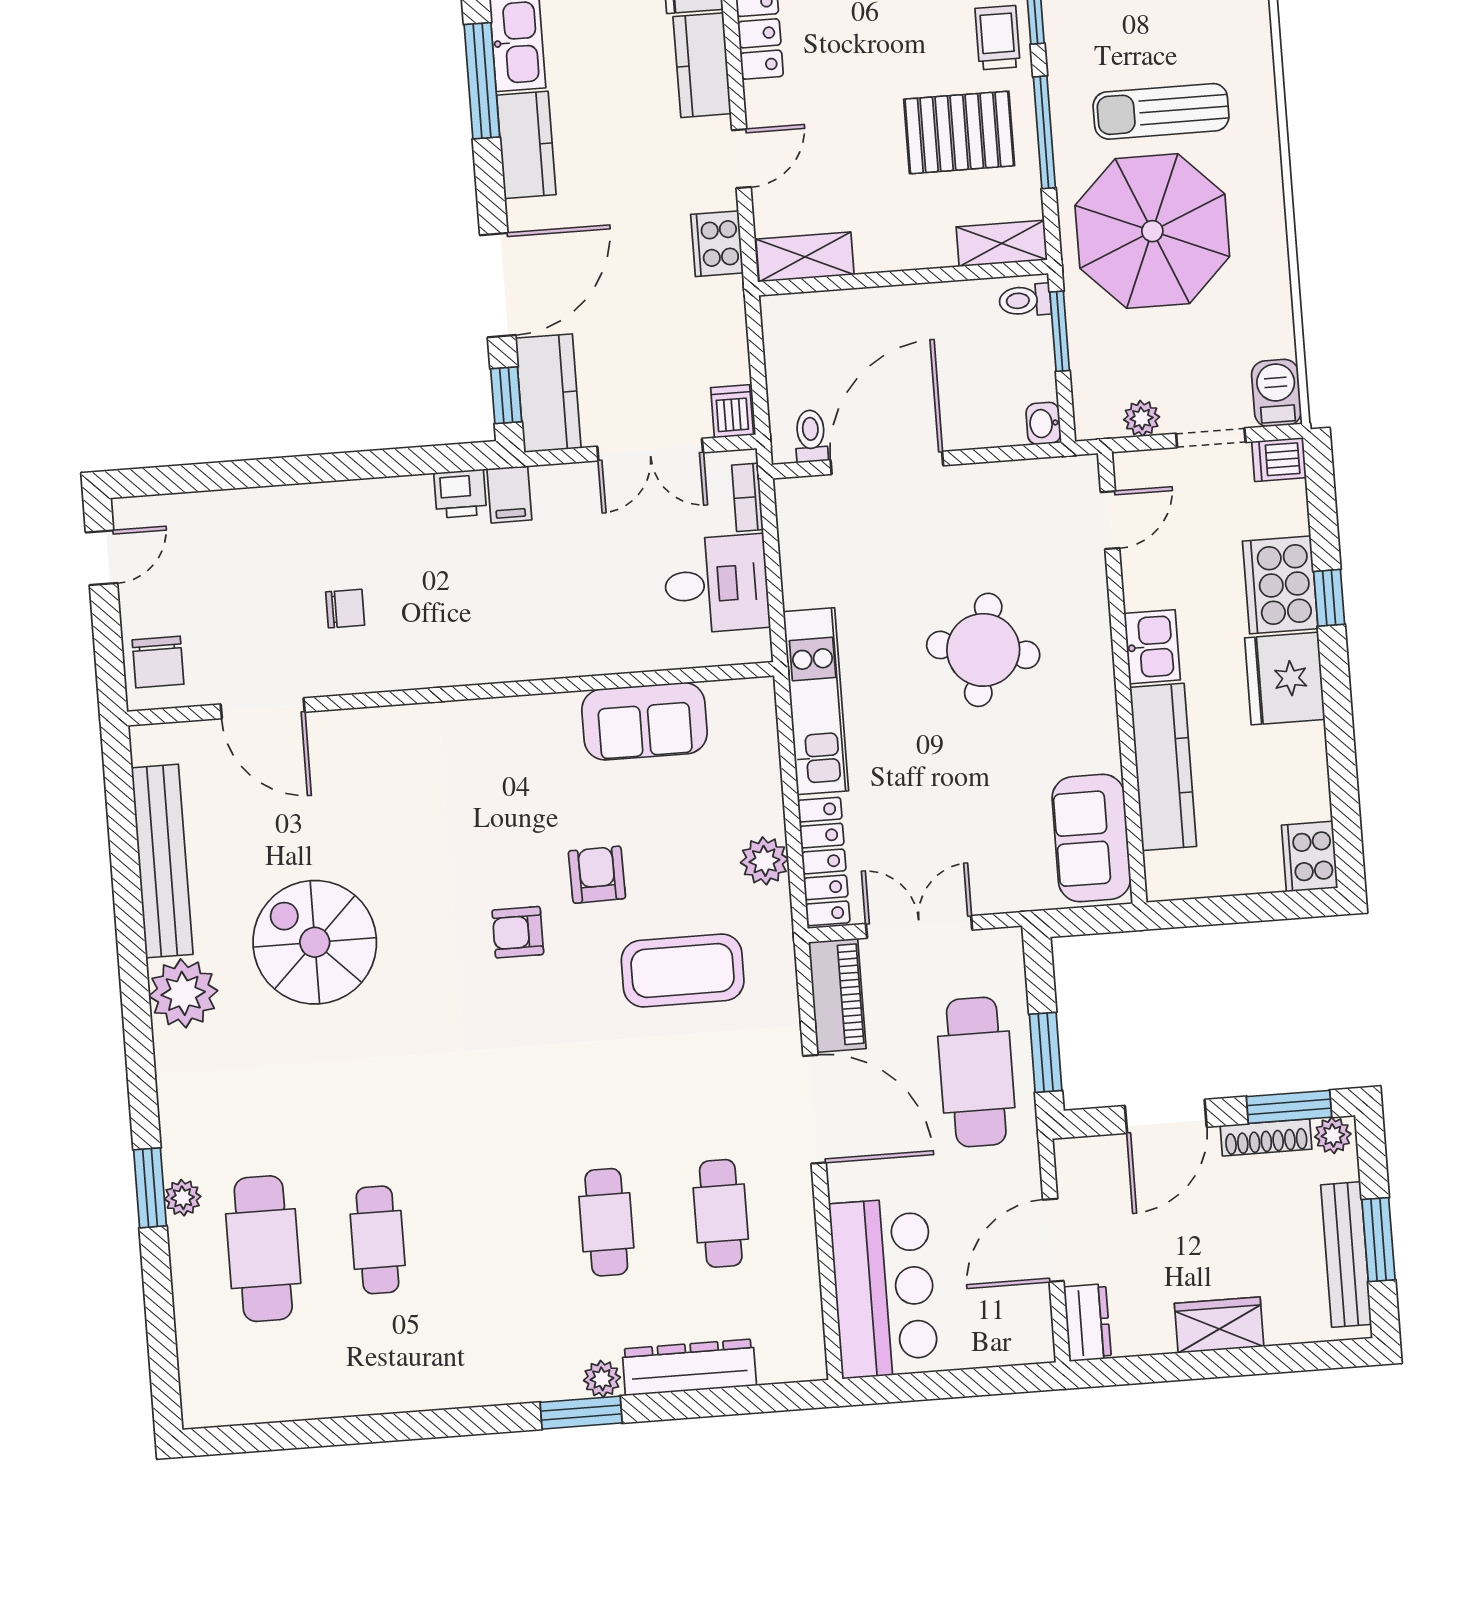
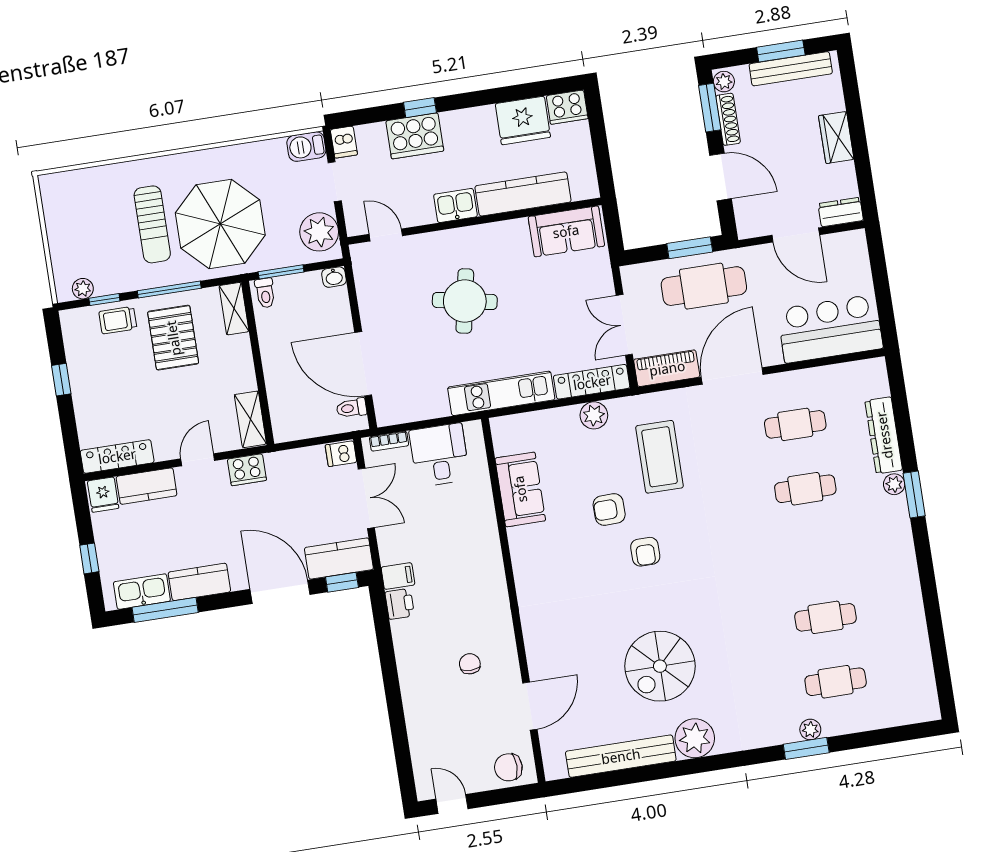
door: (741, 159) -> (198, 460), hinge flipped
plant: (1142, 418) -> (319, 232), width x1.87, depth x1.87
chair: (158, 662) -> (508, 767), turned 180
fridge: (1285, 679) -> (523, 120), moved
cafe table: (263, 1249) -> (836, 682), width x0.73, depth x0.74

